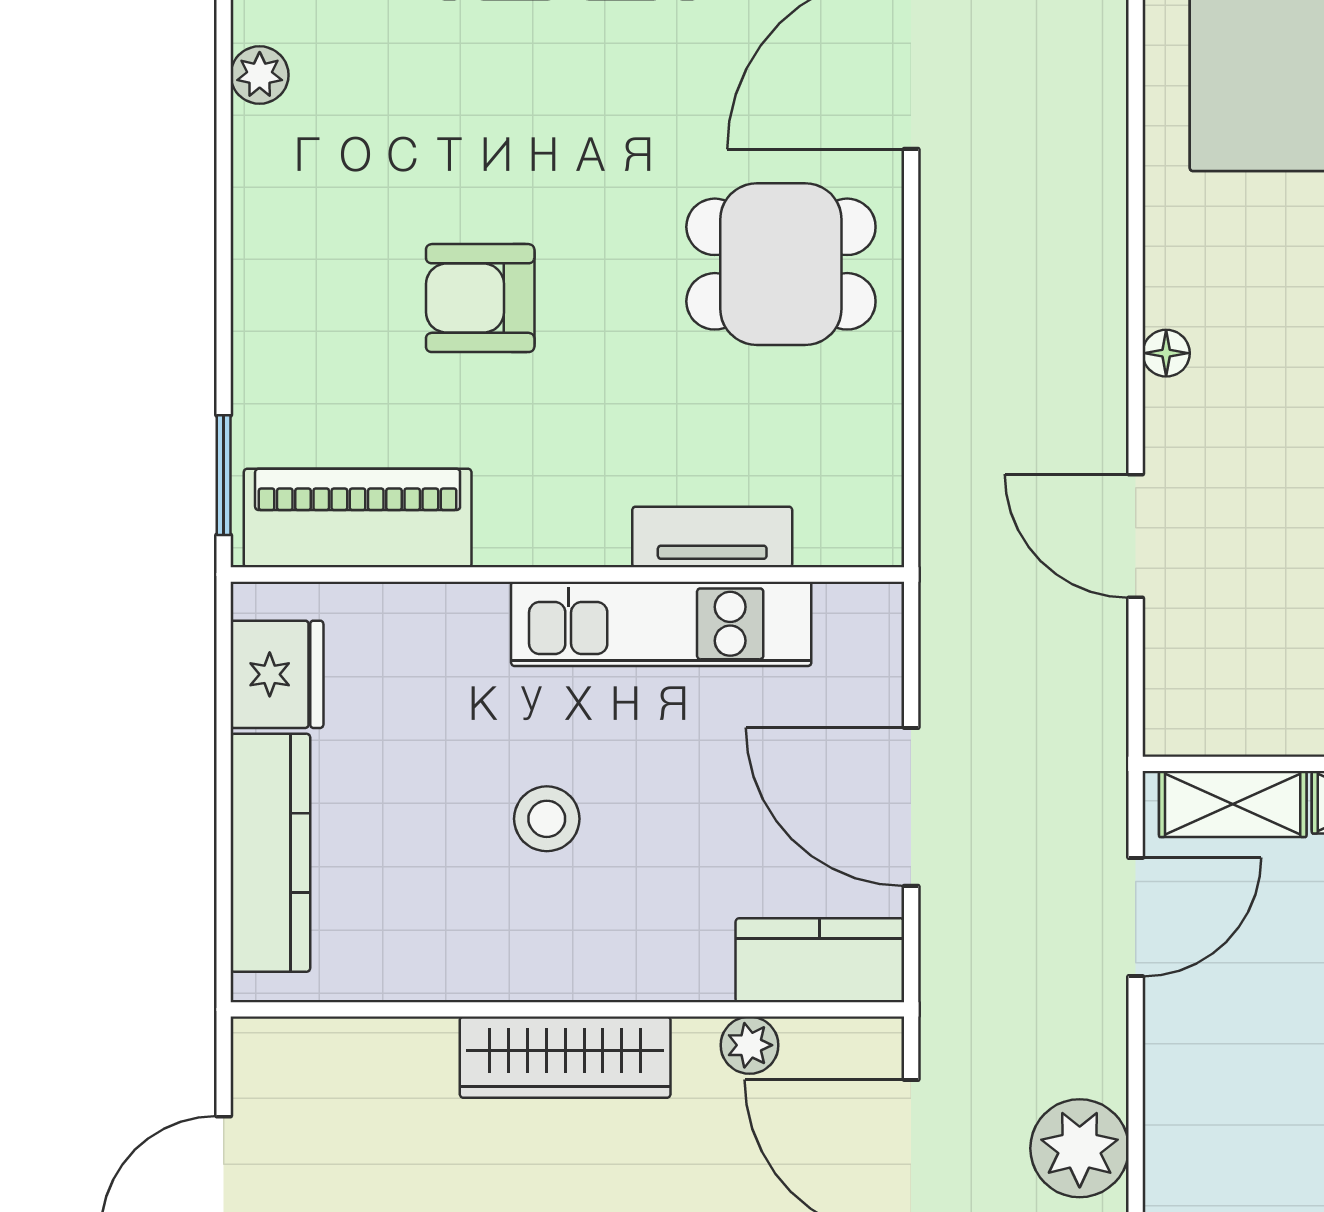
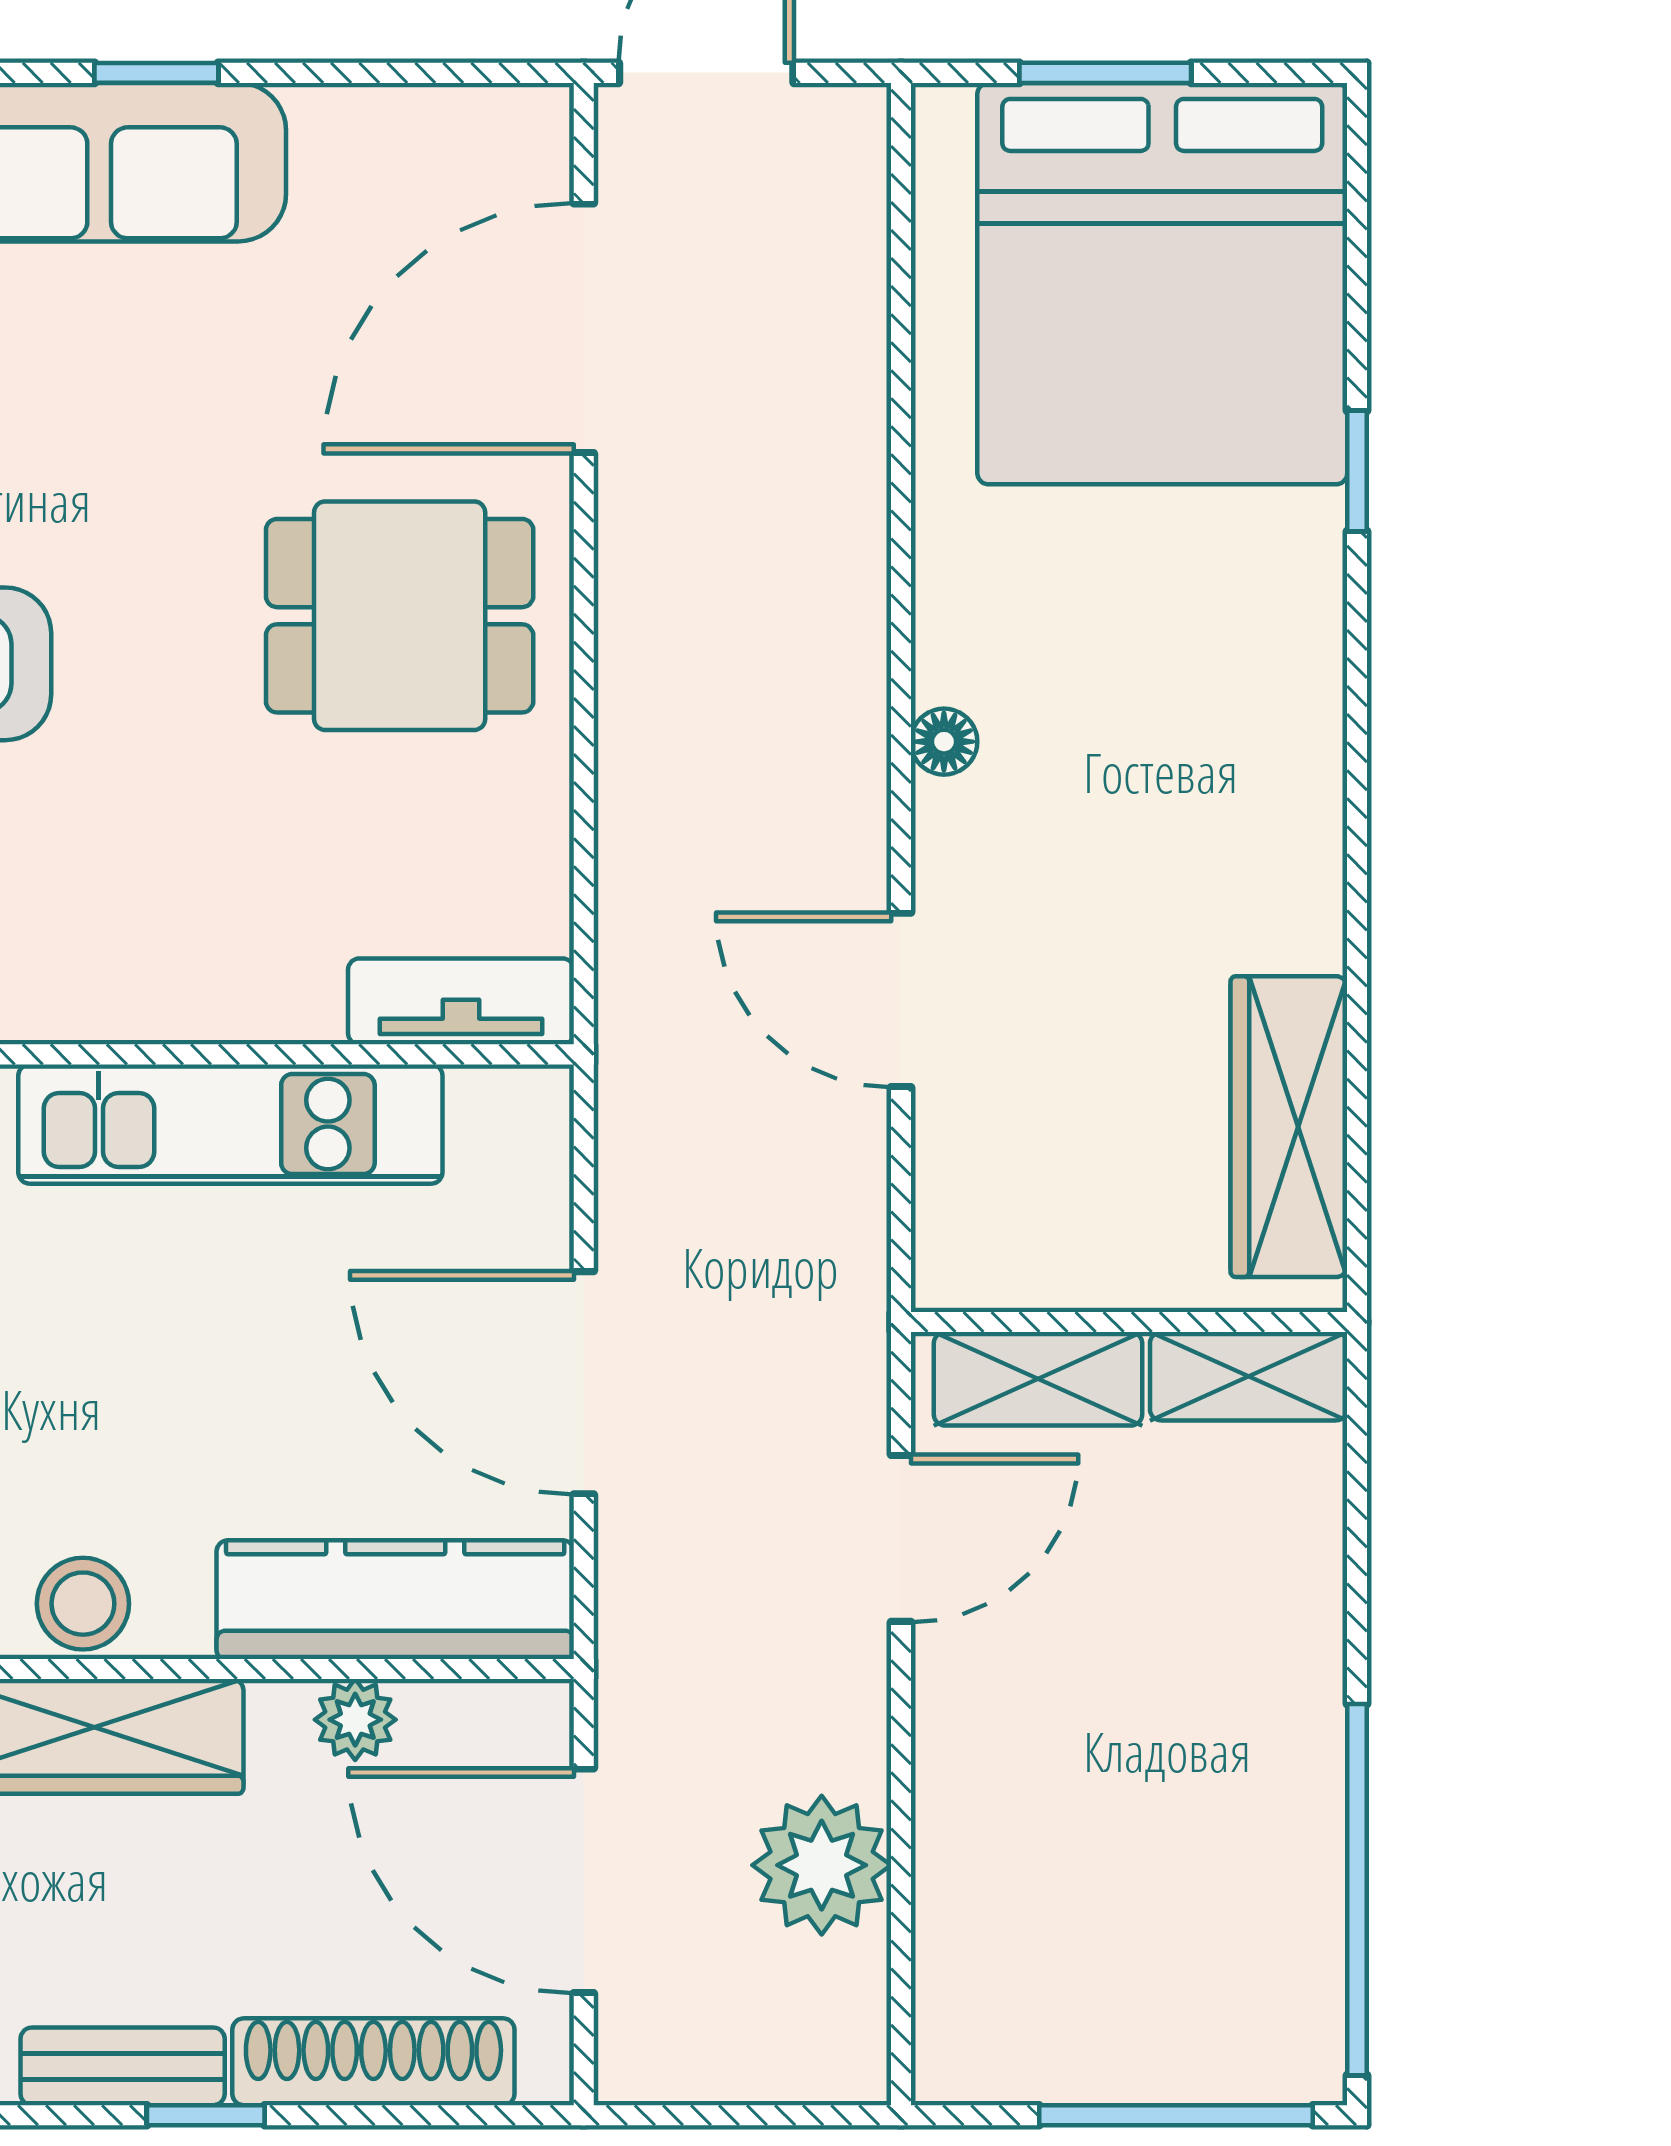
tv unit: (712, 537) -> (461, 1001), moved
stool: (547, 819) -> (83, 1604), moved
kitchen counter: (820, 960) -> (395, 1600), width x1.50

